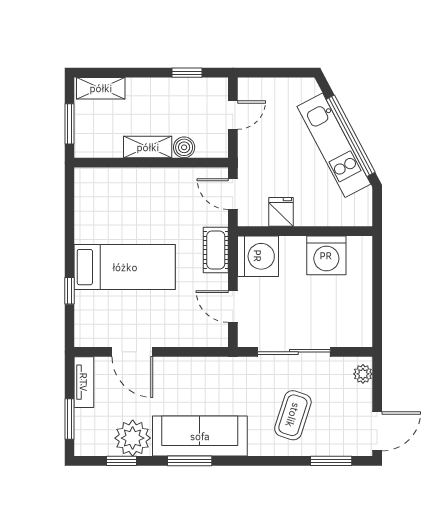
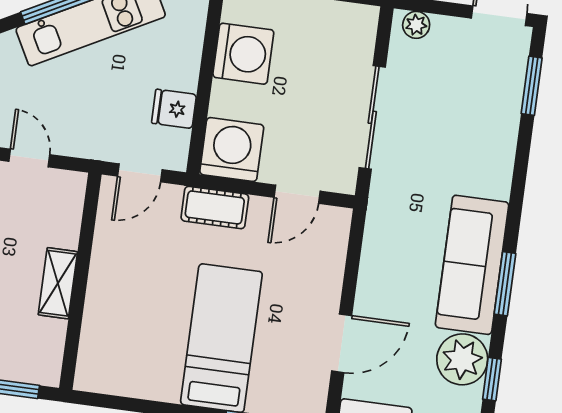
boiler: (184, 147) -> (65, 232), removed
coffee table: (293, 415) -> (461, 131), removed

